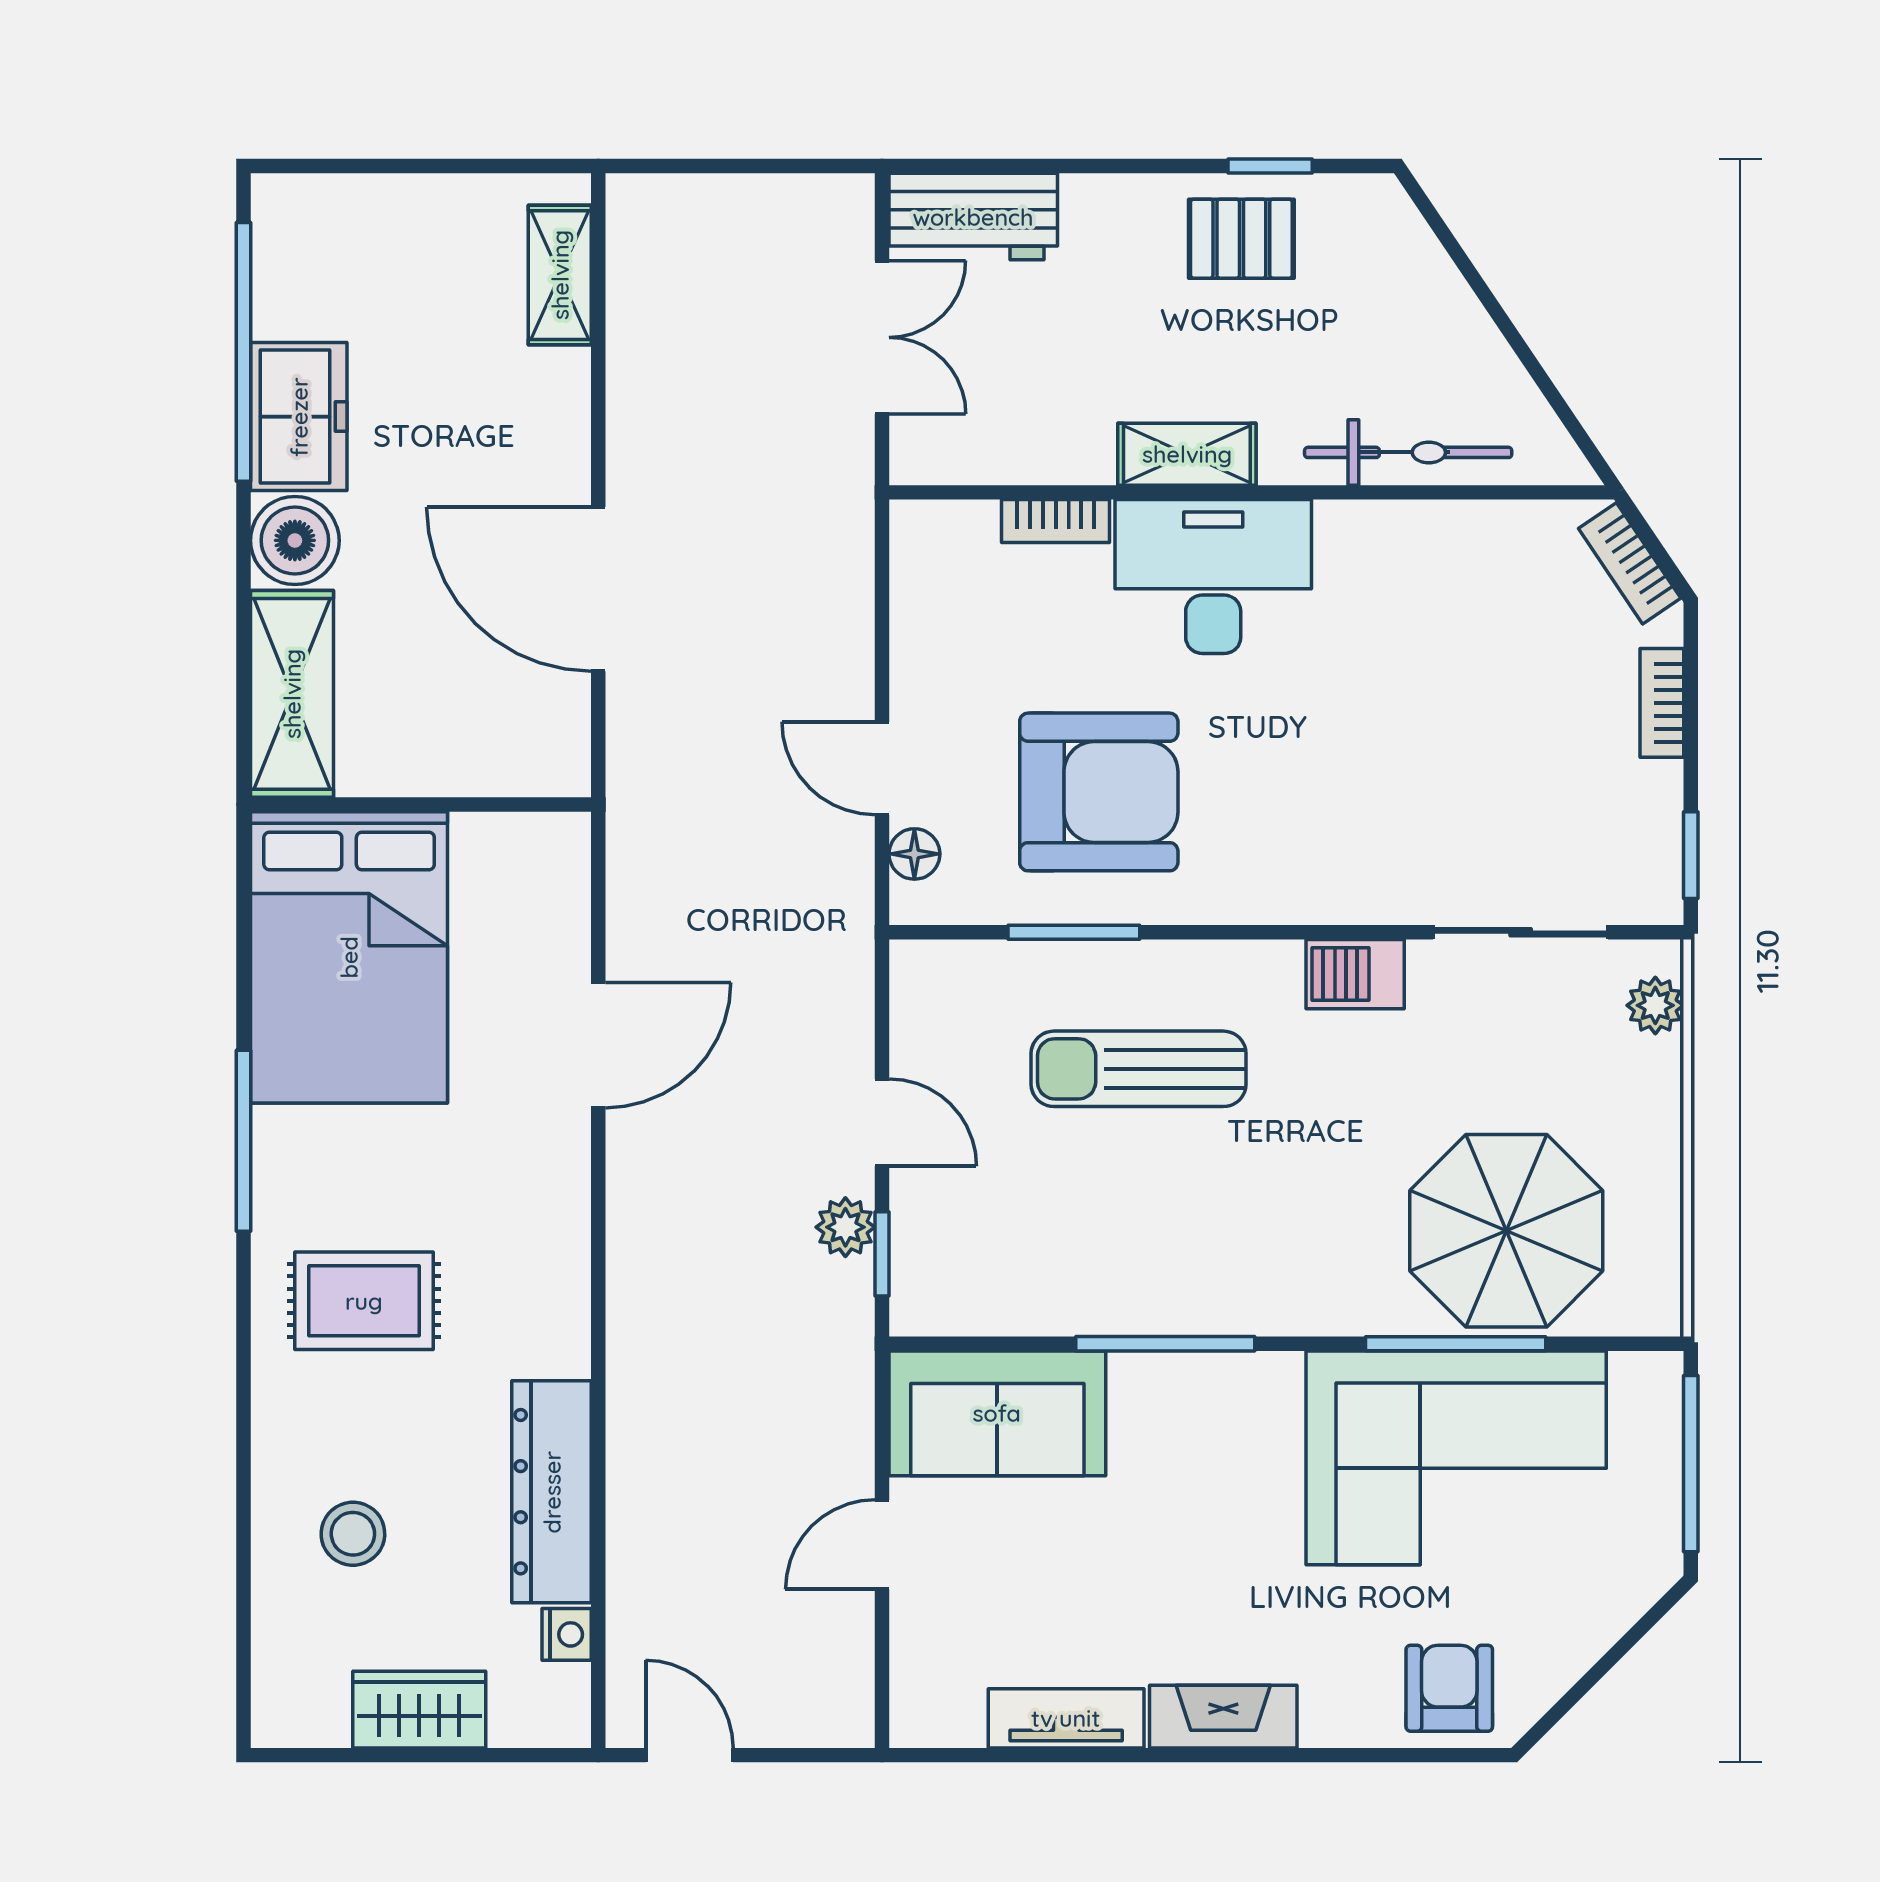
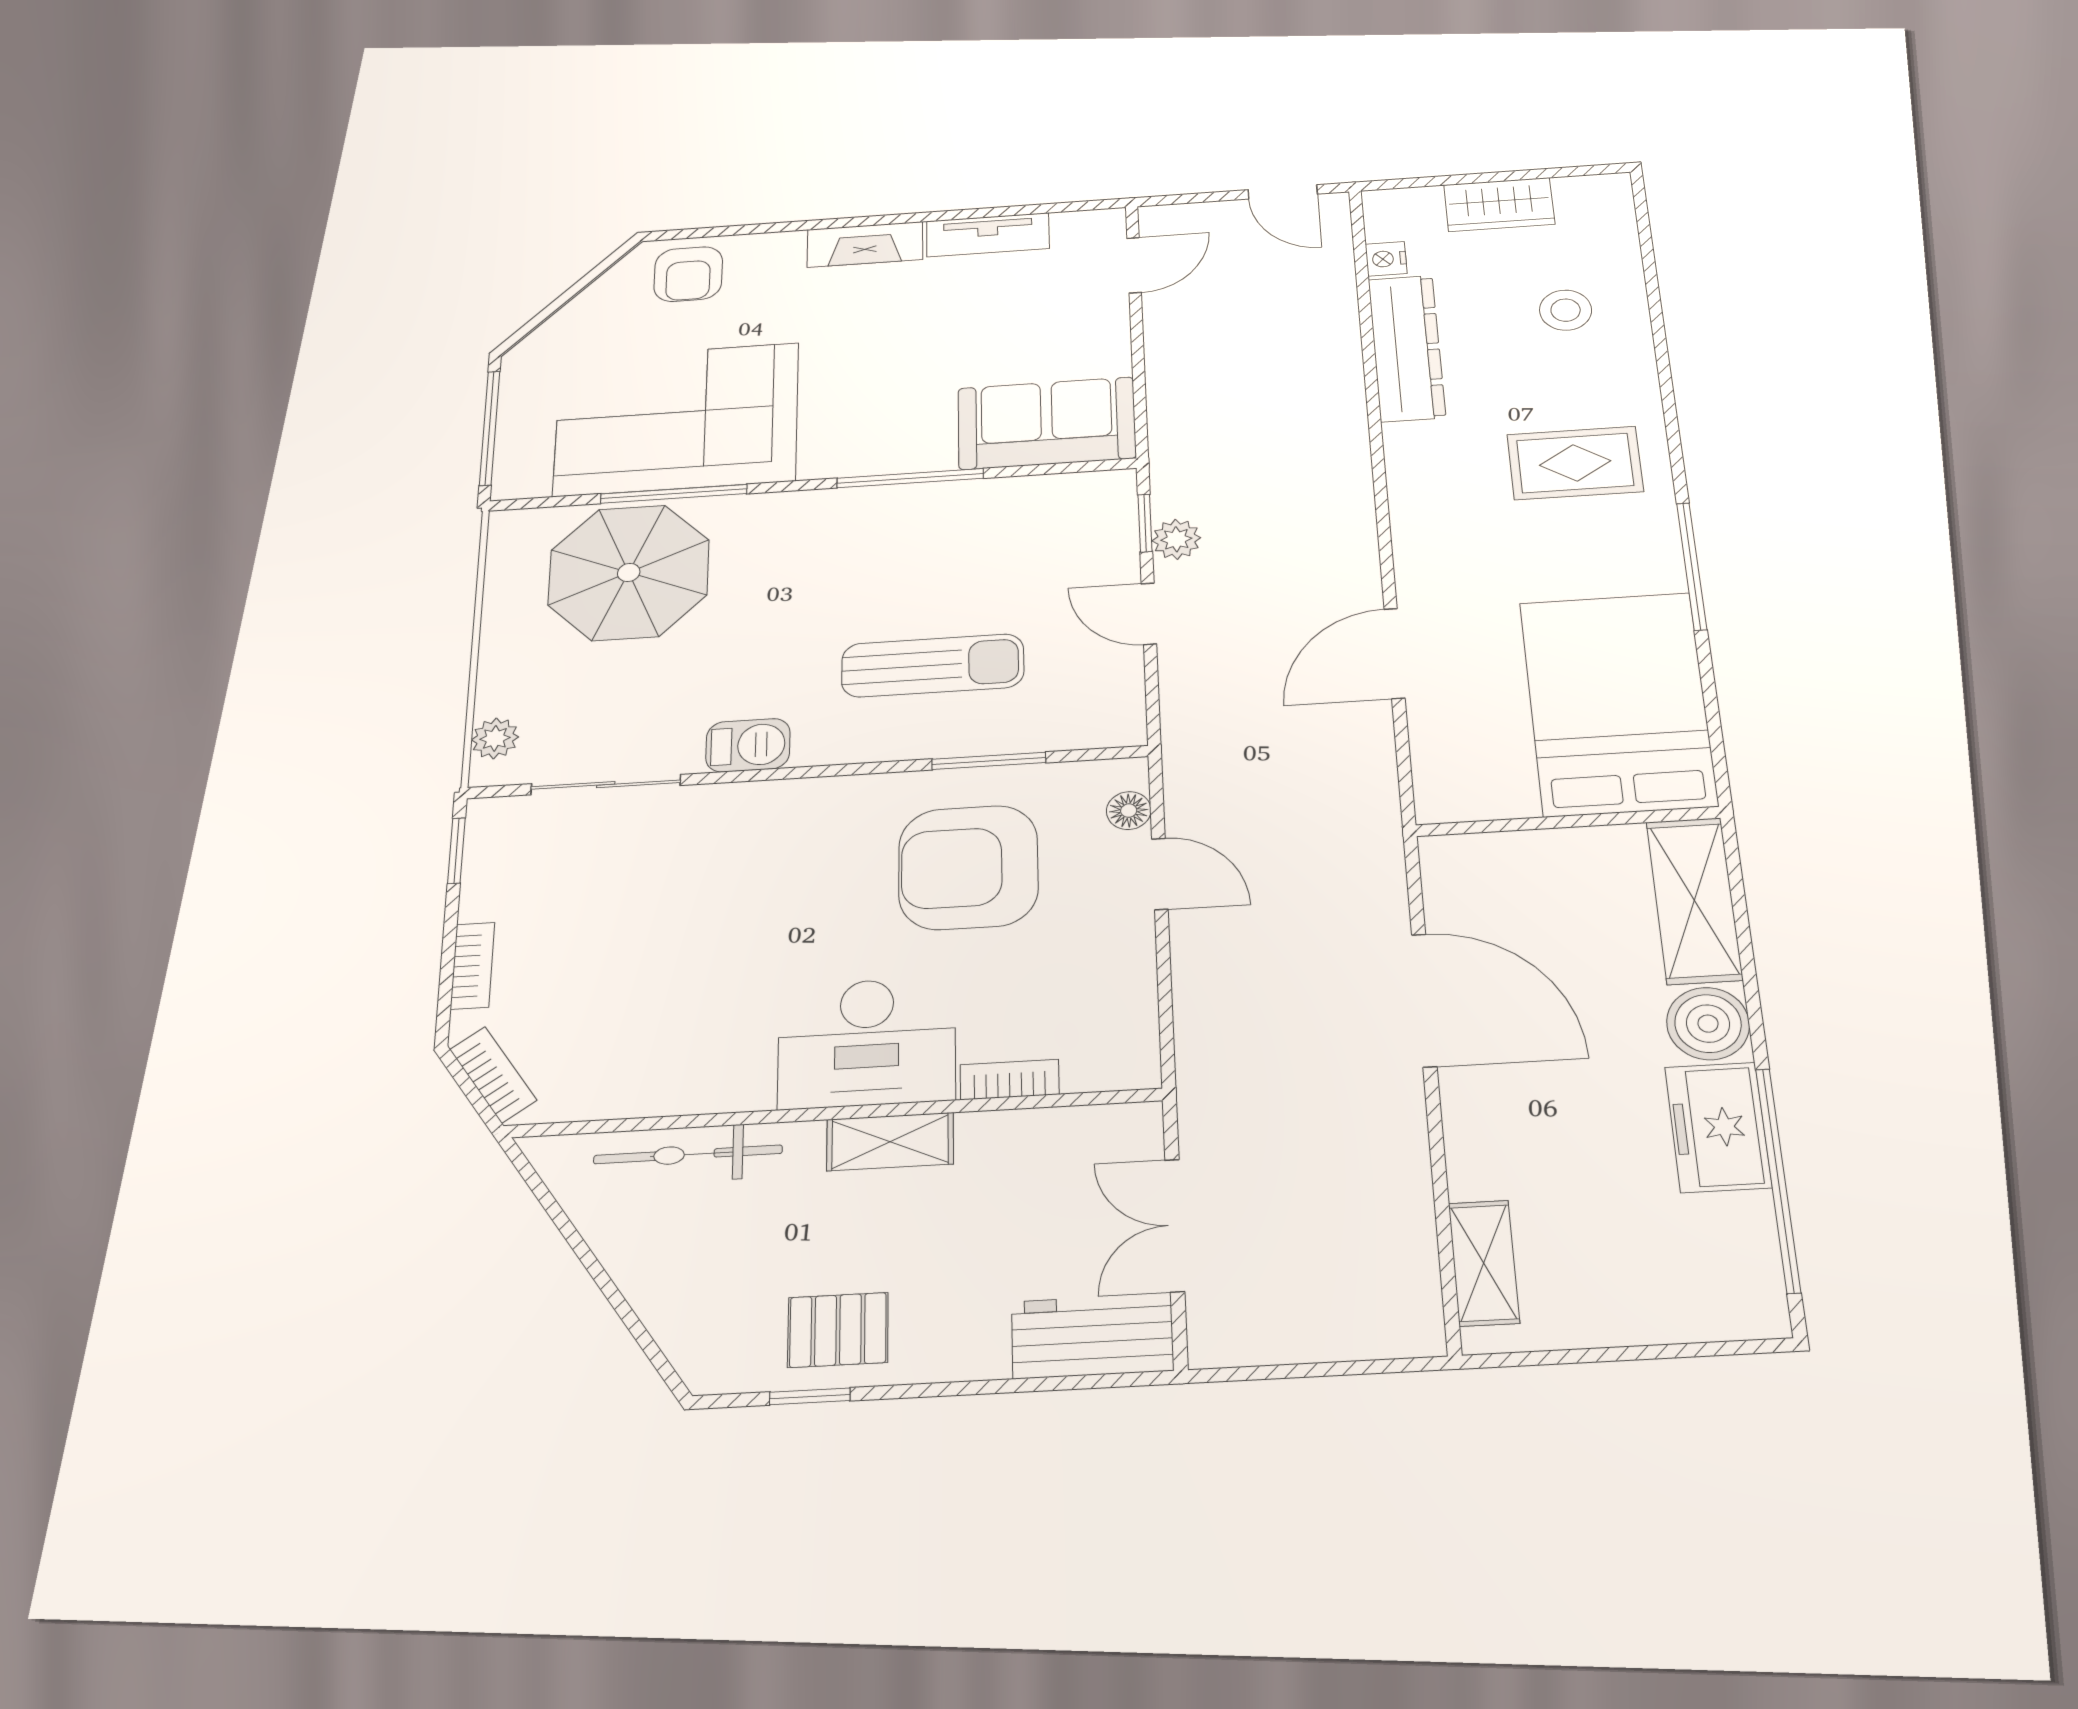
door: (882, 1545) -> (1134, 265), moved

